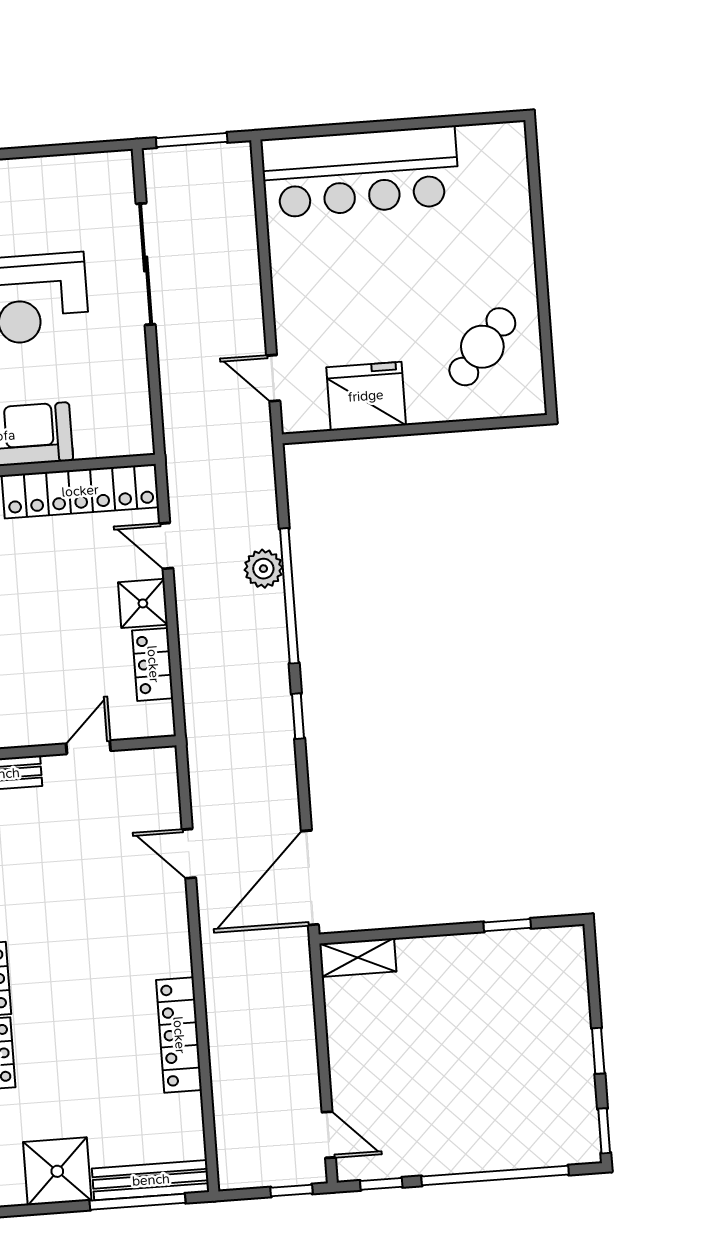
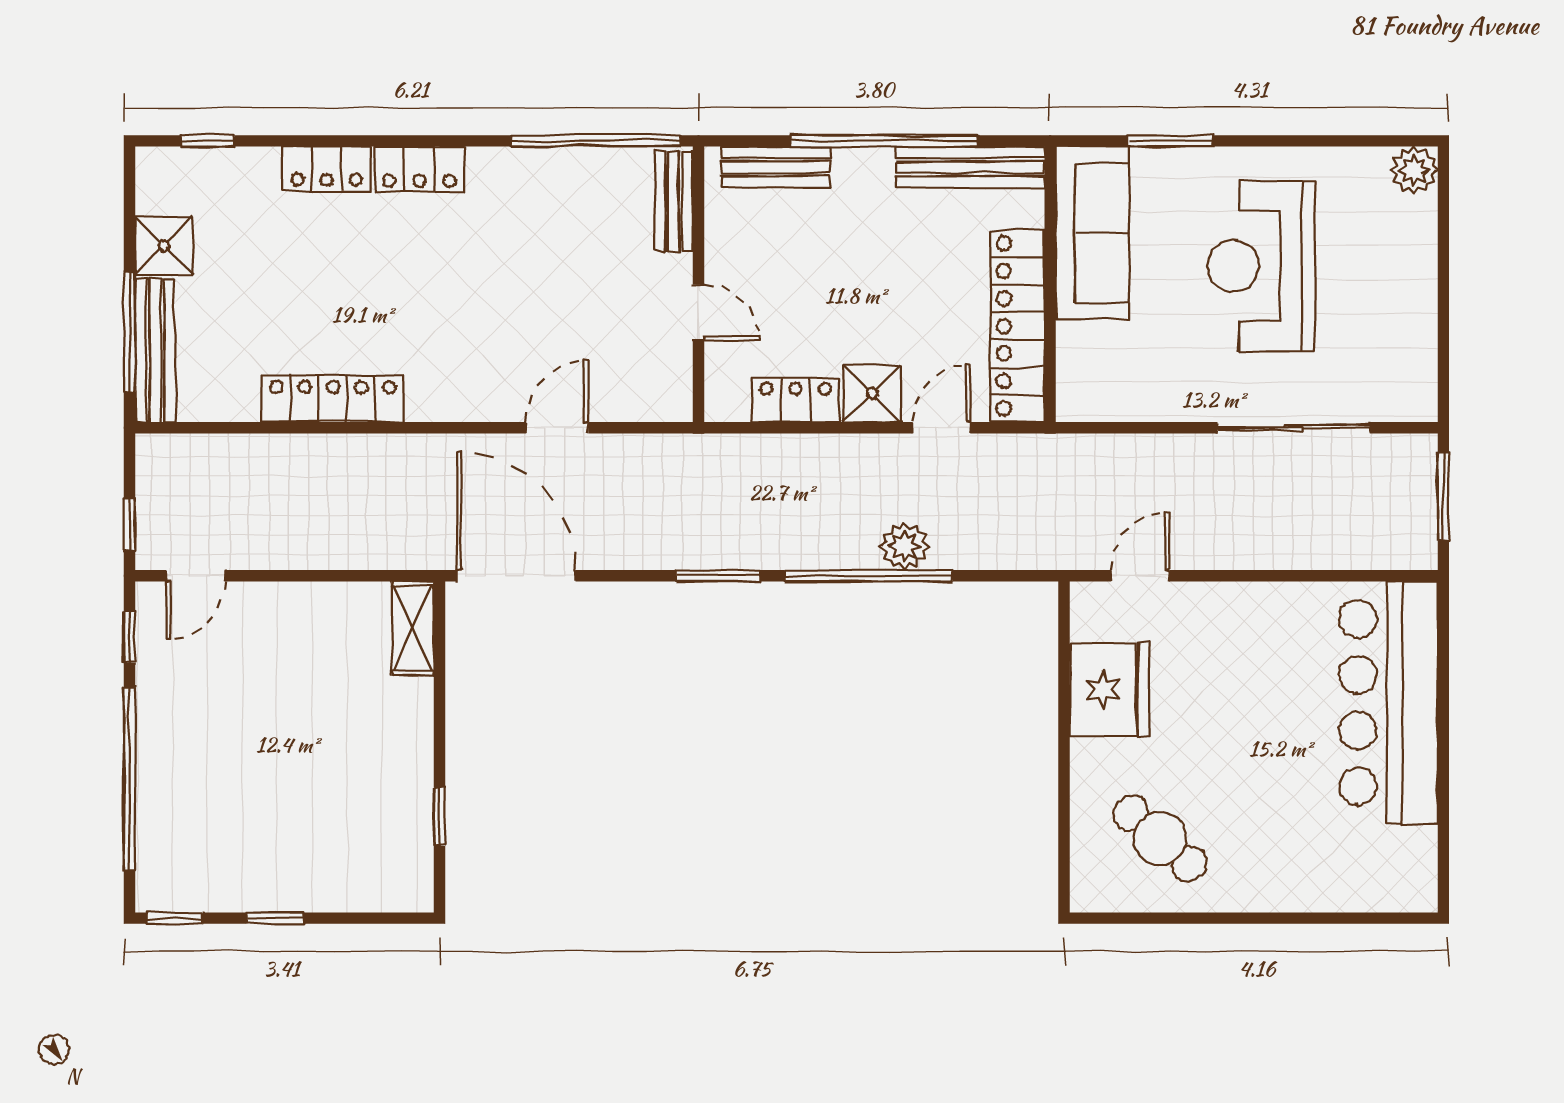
window: (298, 716) -> (718, 576), width x1.50
shower: (57, 1171) -> (164, 246), width x0.73, depth x0.73

